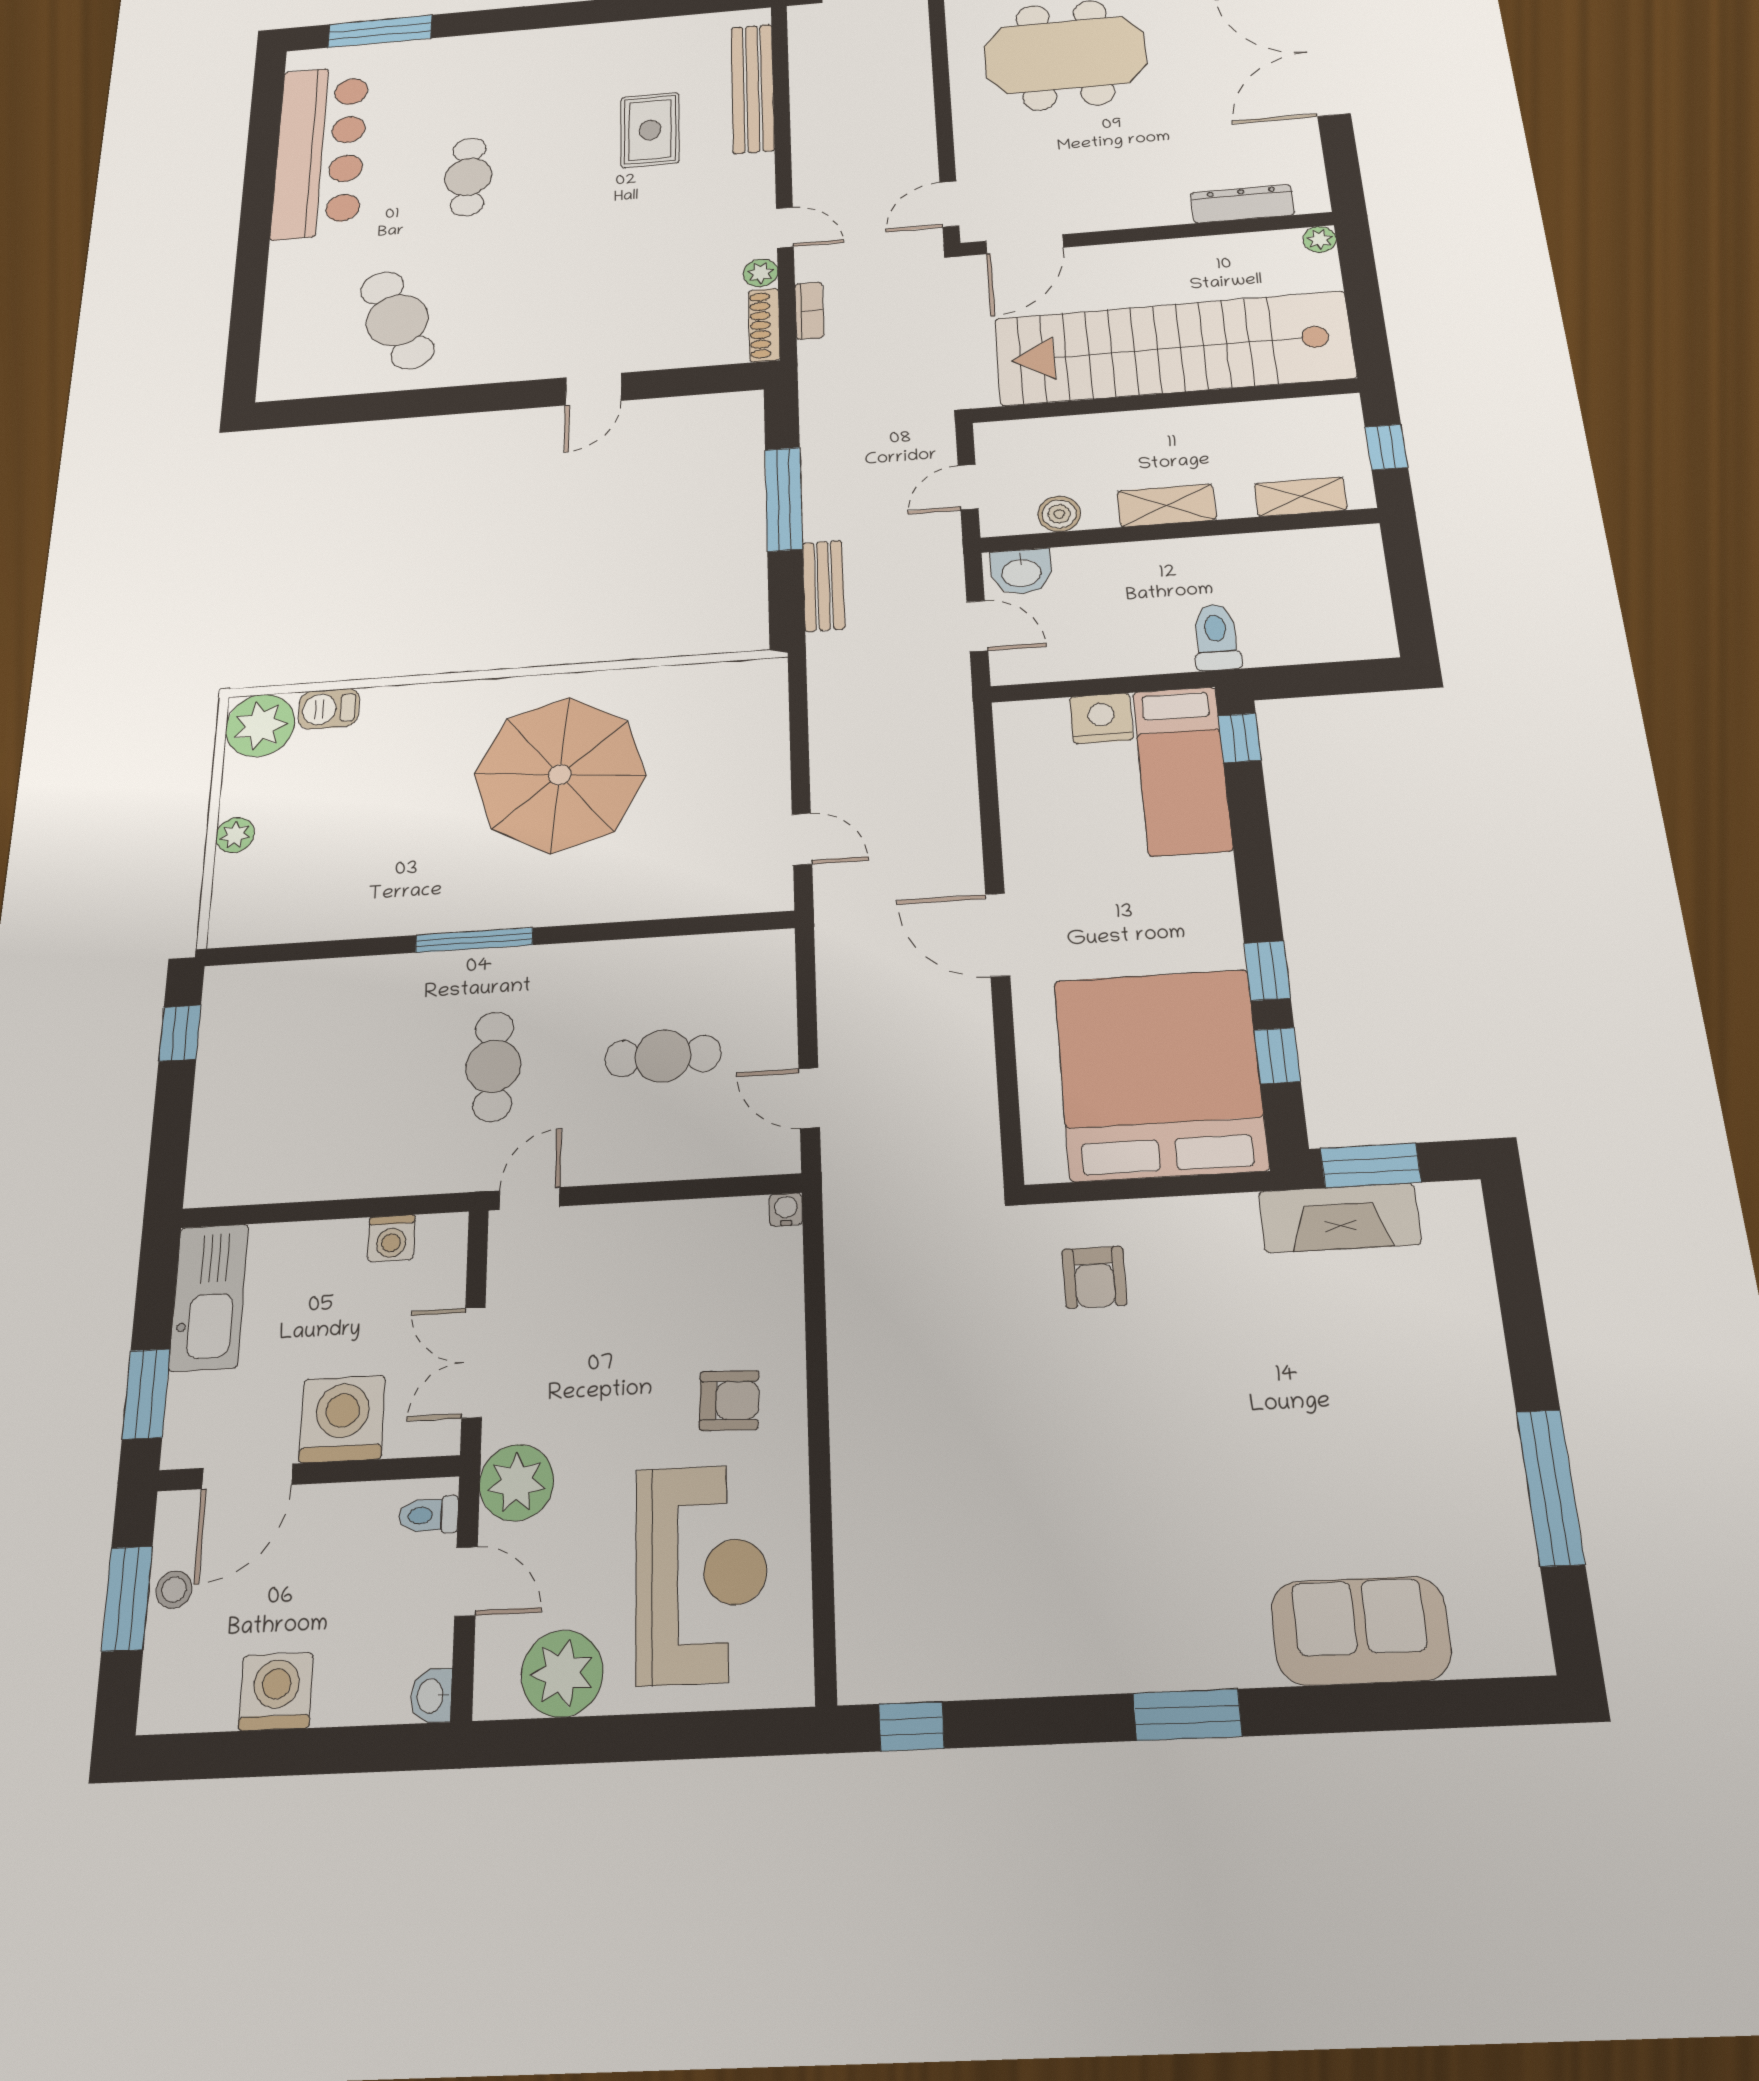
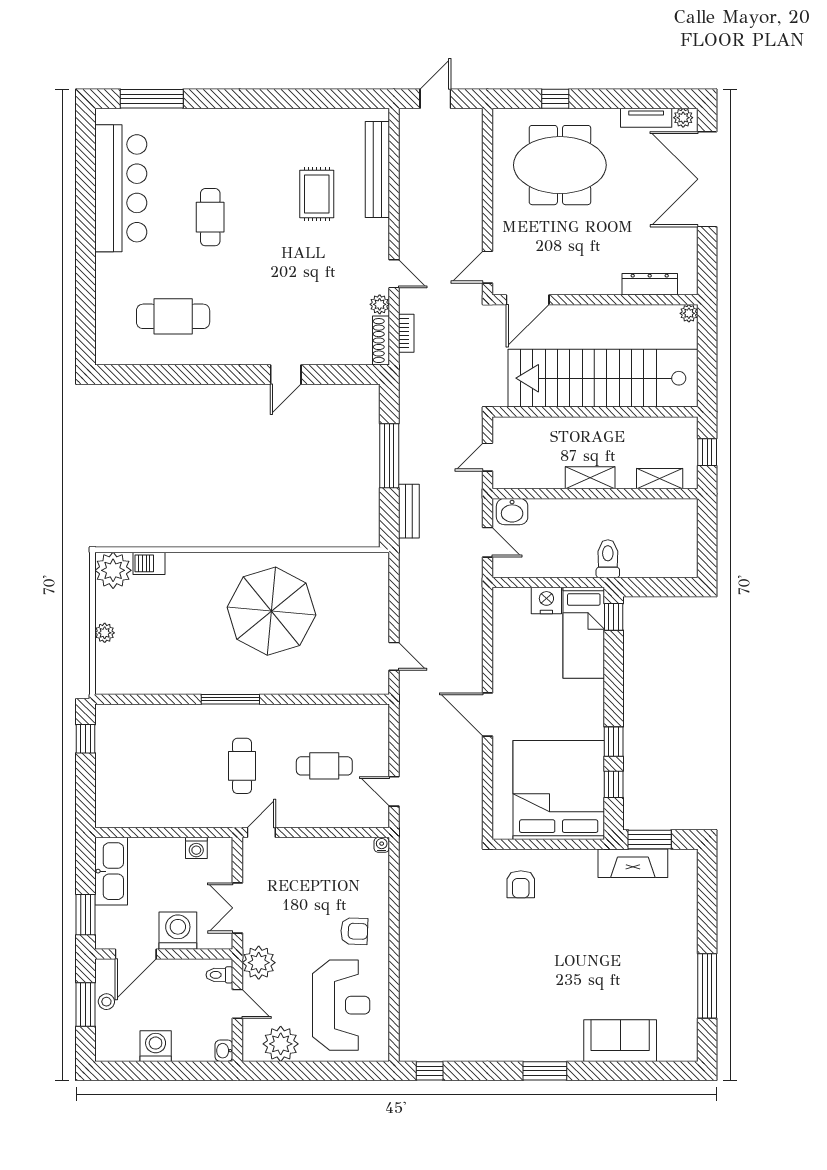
cafe table: (397, 320) -> (173, 316), turned -67
boiler: (1059, 514) -> (534, 478), removed

